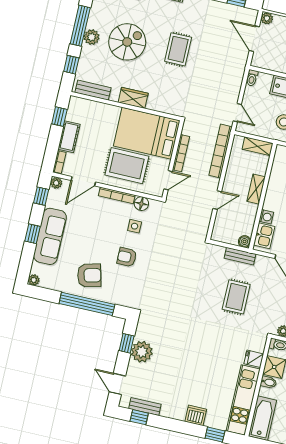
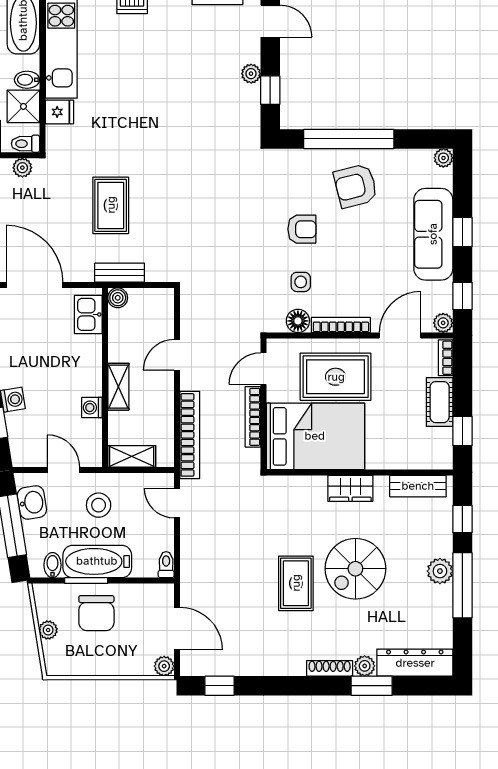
spiral stairs: (127, 42) -> (355, 569), moved
washing machine: (266, 217) -> (92, 408), moved
plant: (142, 352) -> (251, 74), width x0.53, depth x0.53

